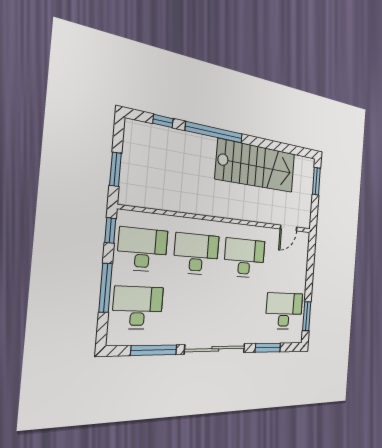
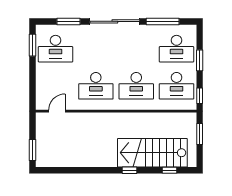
window: (214, 132) -> (129, 170), width x0.32
stairs: (256, 166) -> (152, 153), moved
window: (106, 288) -> (200, 60), width x0.69

